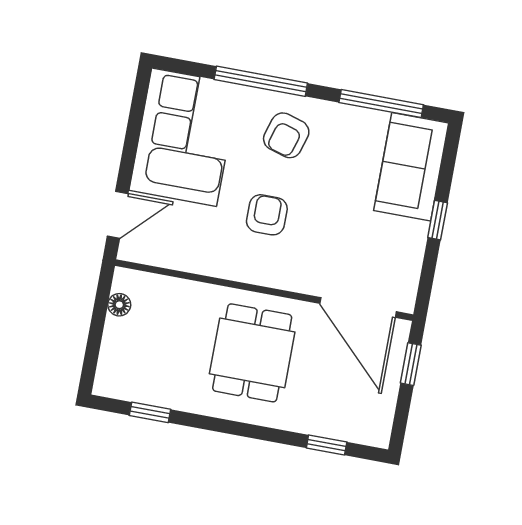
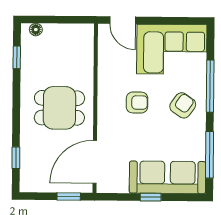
armchair: (286, 135) -> (183, 105), turned 108
sofa: (411, 167) -> (167, 177), width x1.36
floor lamp: (119, 305) -> (36, 30), moved

